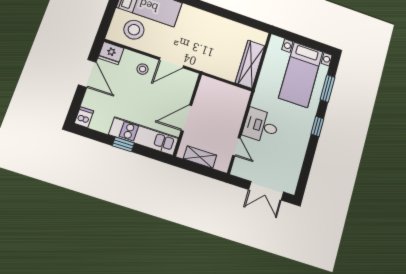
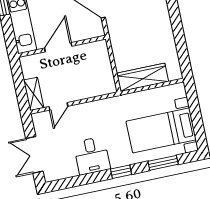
door: (186, 118) -> (58, 47), hinge flipped
desk: (261, 126) -> (92, 156), moved, turned 180
shelving: (200, 157) -> (34, 94), moved

